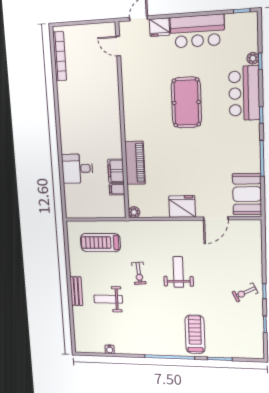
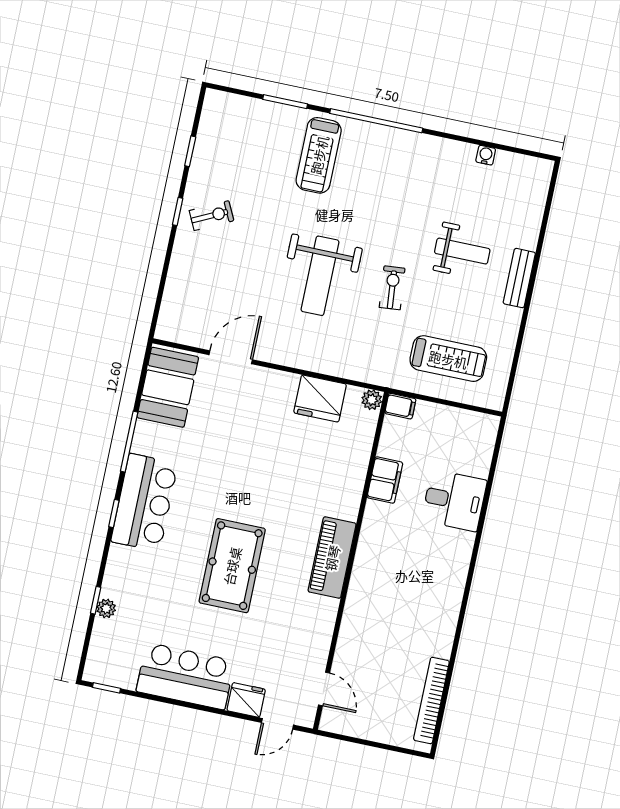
bar counter: (244, 93) -> (144, 502), moved
piano: (135, 163) -> (332, 558), moved
filing cabinet: (117, 189) -> (400, 406), moved
fridge: (182, 207) -> (320, 398), moved
weight bench: (178, 272) -> (320, 276), width x1.36, depth x1.33

